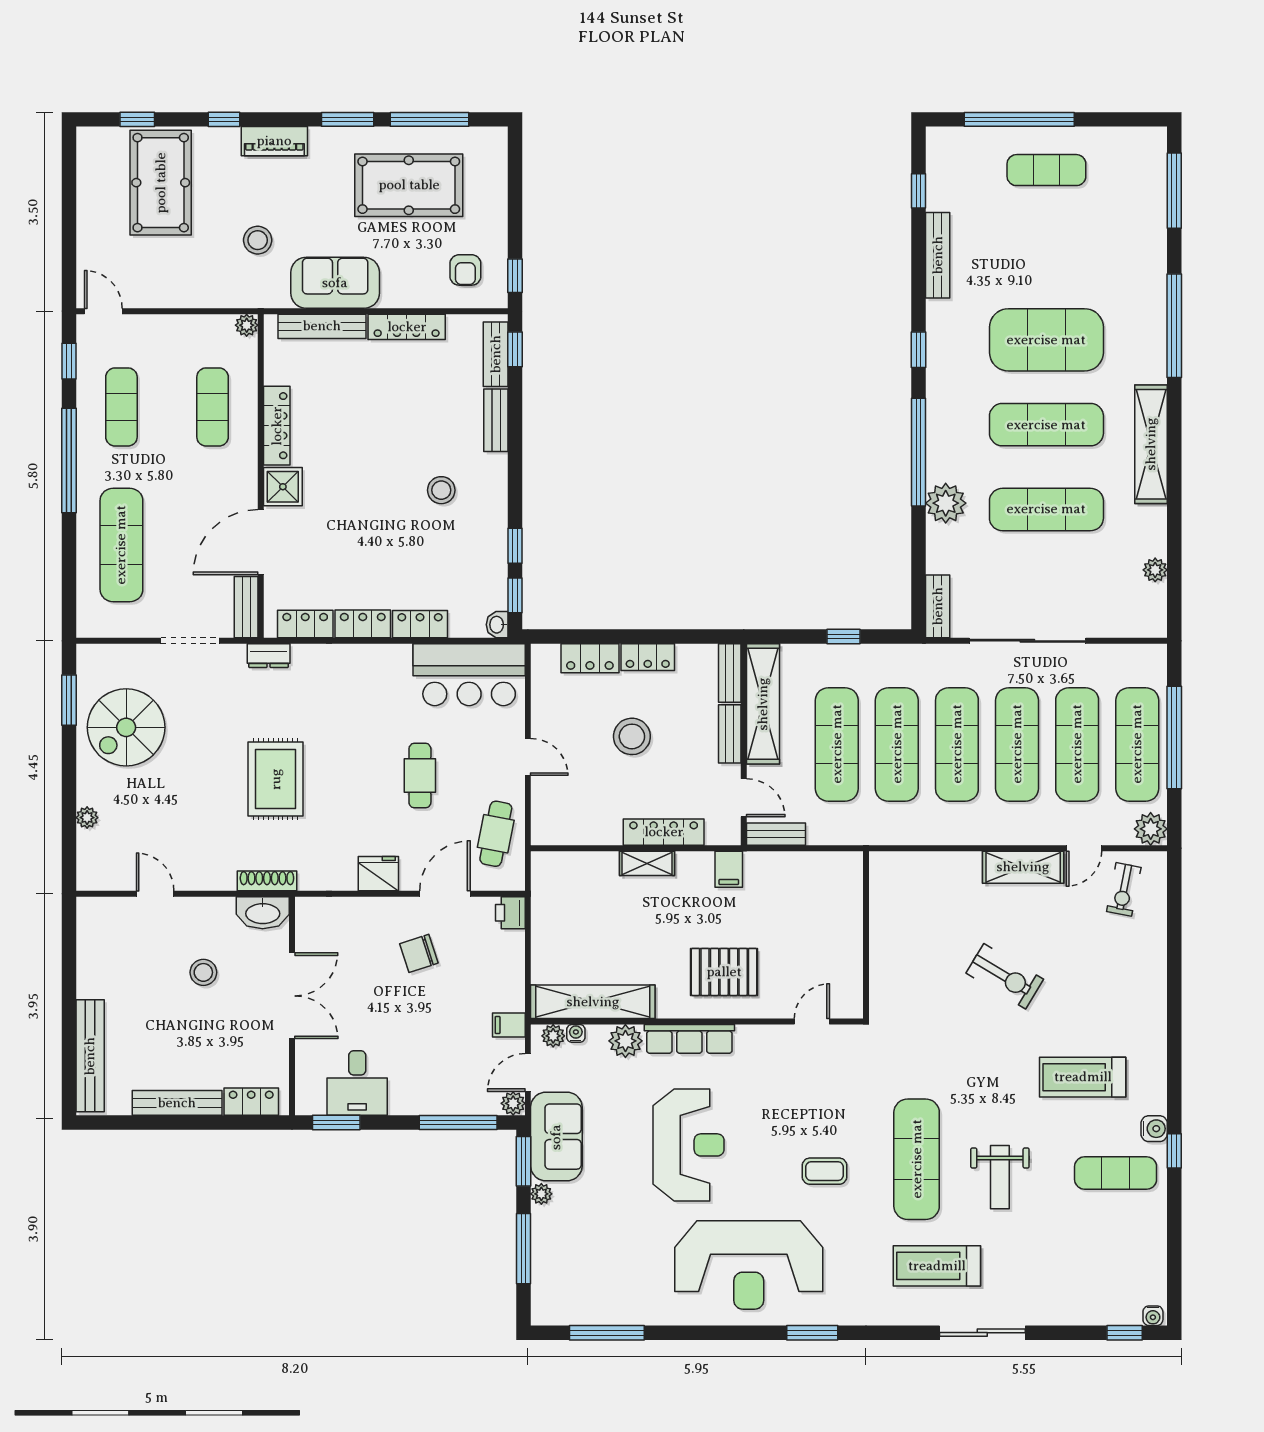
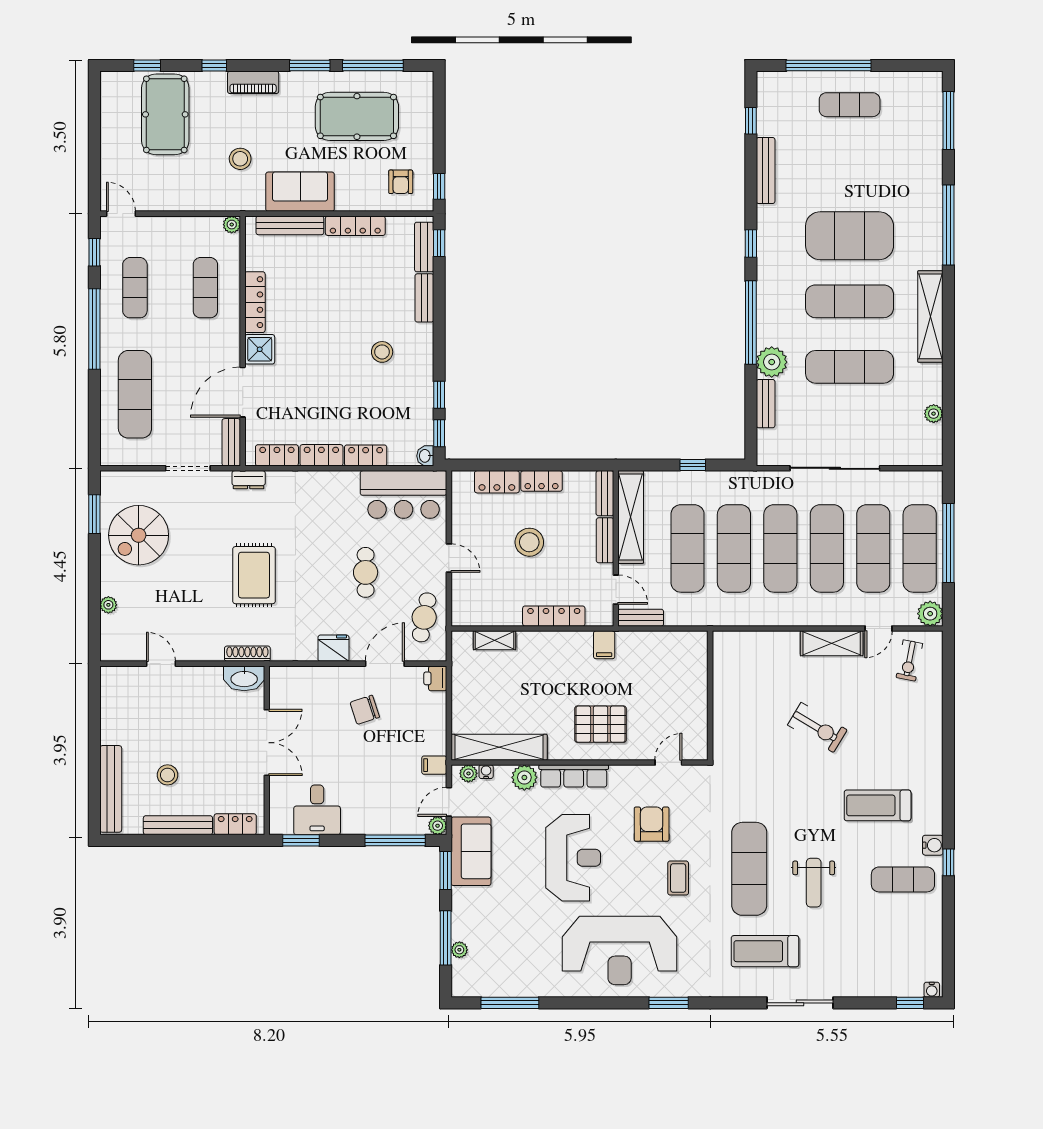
bench: (938, 606) -> (766, 404), moved
shelving: (647, 863) -> (494, 640), moved
stool: (203, 972) -> (167, 775), moved
armchair: (790, 1101) -> (652, 824), added
coffee table: (825, 1171) -> (678, 878), turned 90
plant: (541, 1194) -> (459, 950), moved

